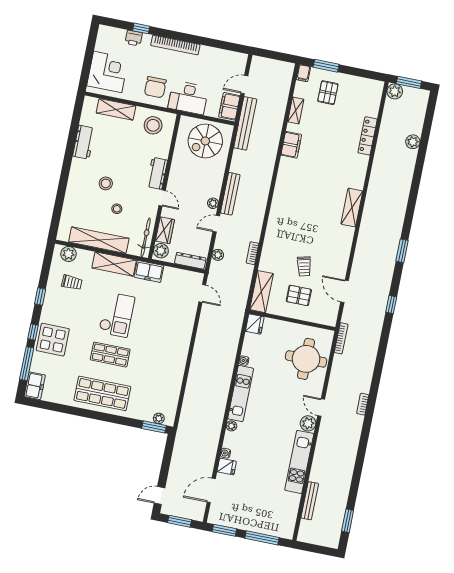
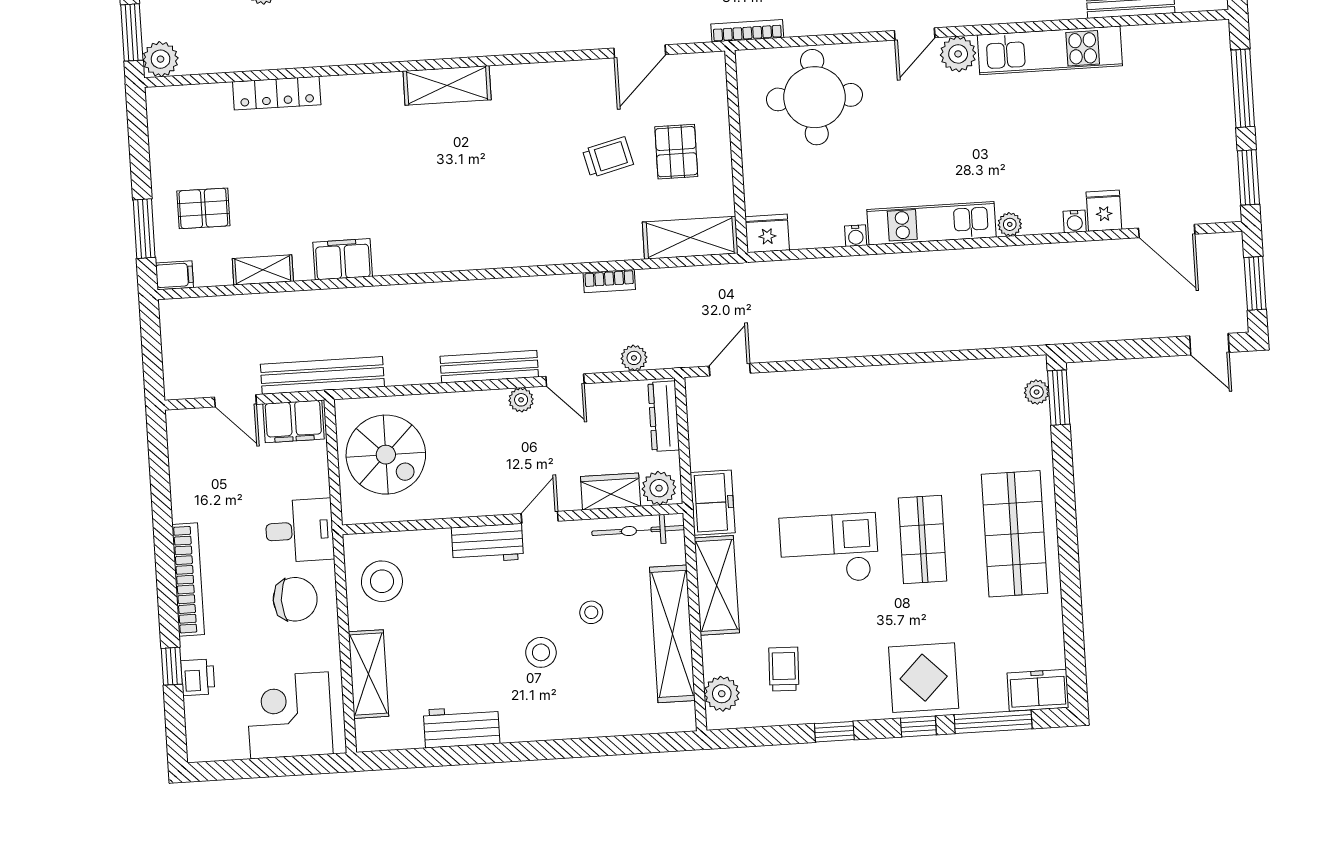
desk: (188, 98) -> (300, 531), width x0.73

